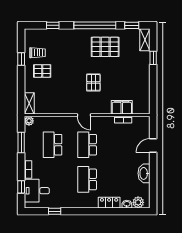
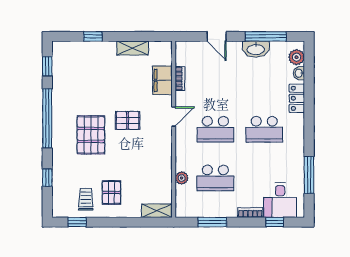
shelving: (145, 40) -> (133, 48), moved
pallet: (105, 47) -> (91, 135), moved
window: (21, 59) -> (77, 222), moved
door: (84, 115) -> (174, 116), moved
plant: (29, 121) -> (182, 178), moved
window: (153, 180) -> (266, 36), added
window: (55, 211) -> (309, 175), width x2.17

